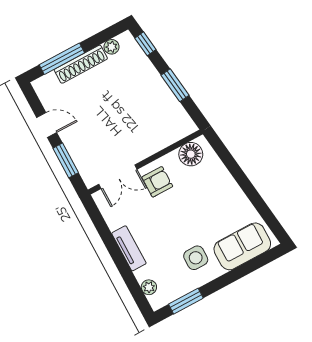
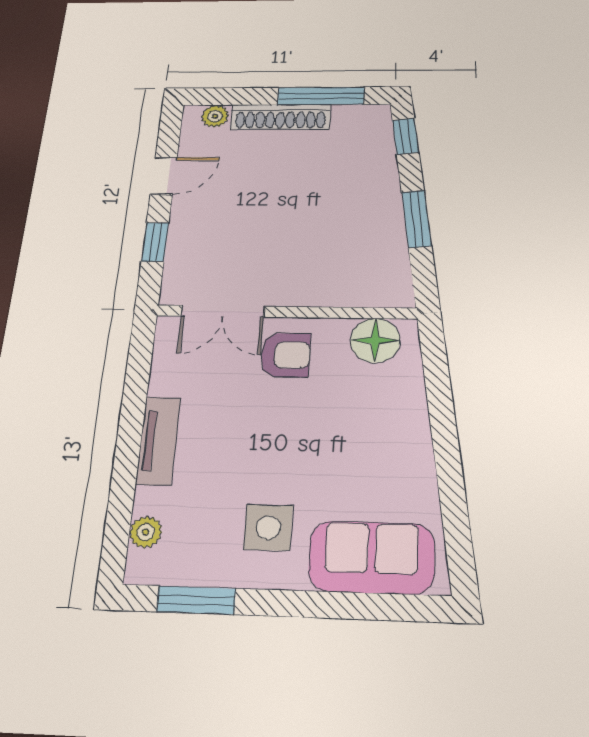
plant: (112, 47) -> (215, 116), moved
window: (62, 59) -> (321, 96), moved
door: (47, 125) -> (164, 176), hinge flipped
window: (66, 160) -> (155, 242), width x0.67

